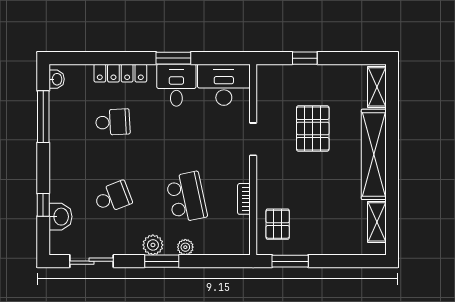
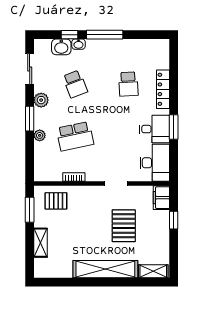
filing cabinet: (273, 75) -> (161, 198), added
washbasin: (57, 79) -> (78, 44), moved
window: (43, 117) -> (105, 35), moved
pallet: (313, 128) -> (124, 226), turned 90
shelving: (377, 222) -> (40, 243), moved, turned 90
plant: (153, 245) -> (41, 100), moved

